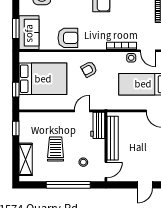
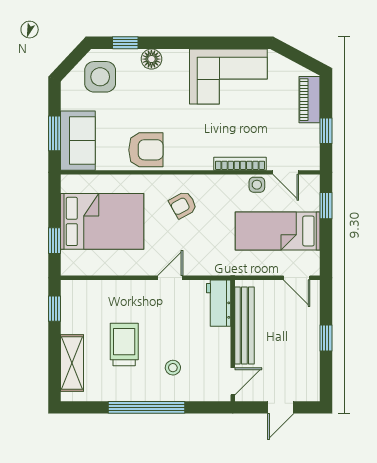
workbench: (98, 125) -> (219, 303), moved
bench: (113, 138) -> (244, 326), moved
wall: (106, 147) -> (233, 341), moved
door: (106, 170) -> (233, 381), moved

